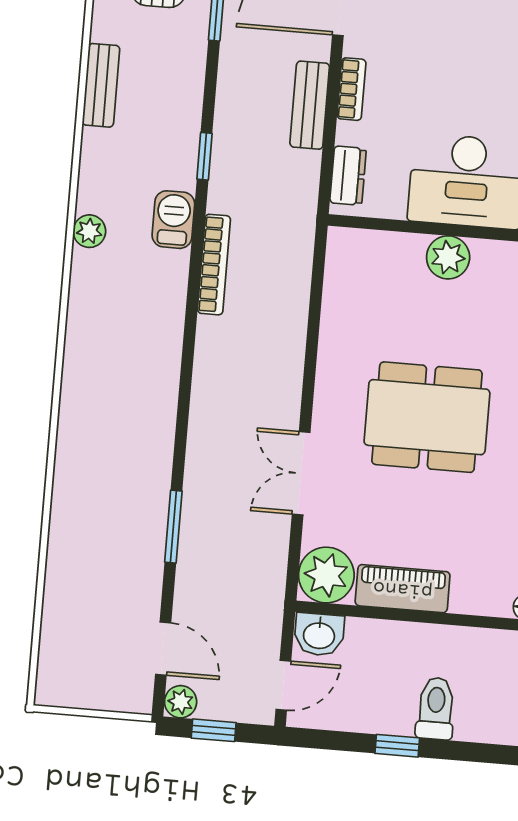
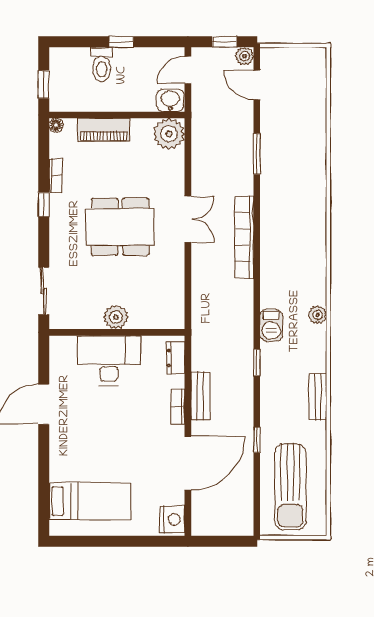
bookcase: (214, 265) -> (244, 237), moved, width x1.48, depth x1.31
double door: (301, 473) -> (188, 219), moved
piano: (403, 589) -> (104, 130), moved

